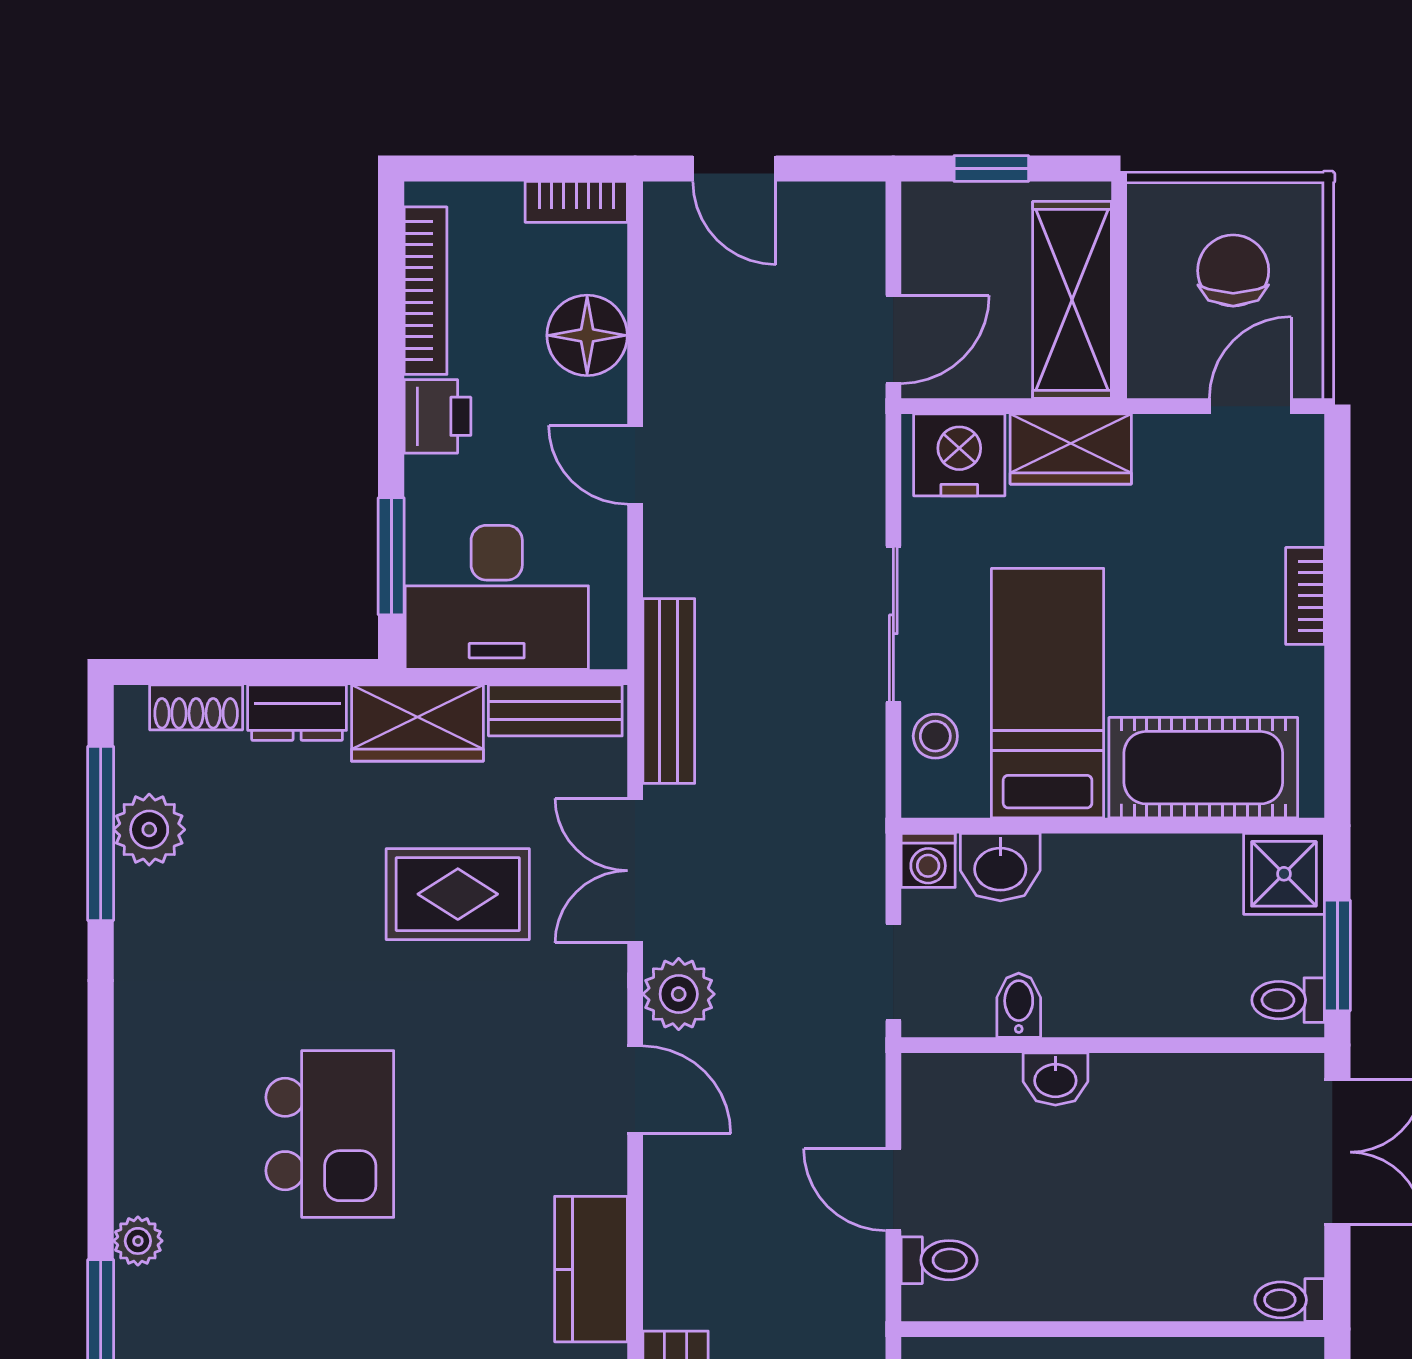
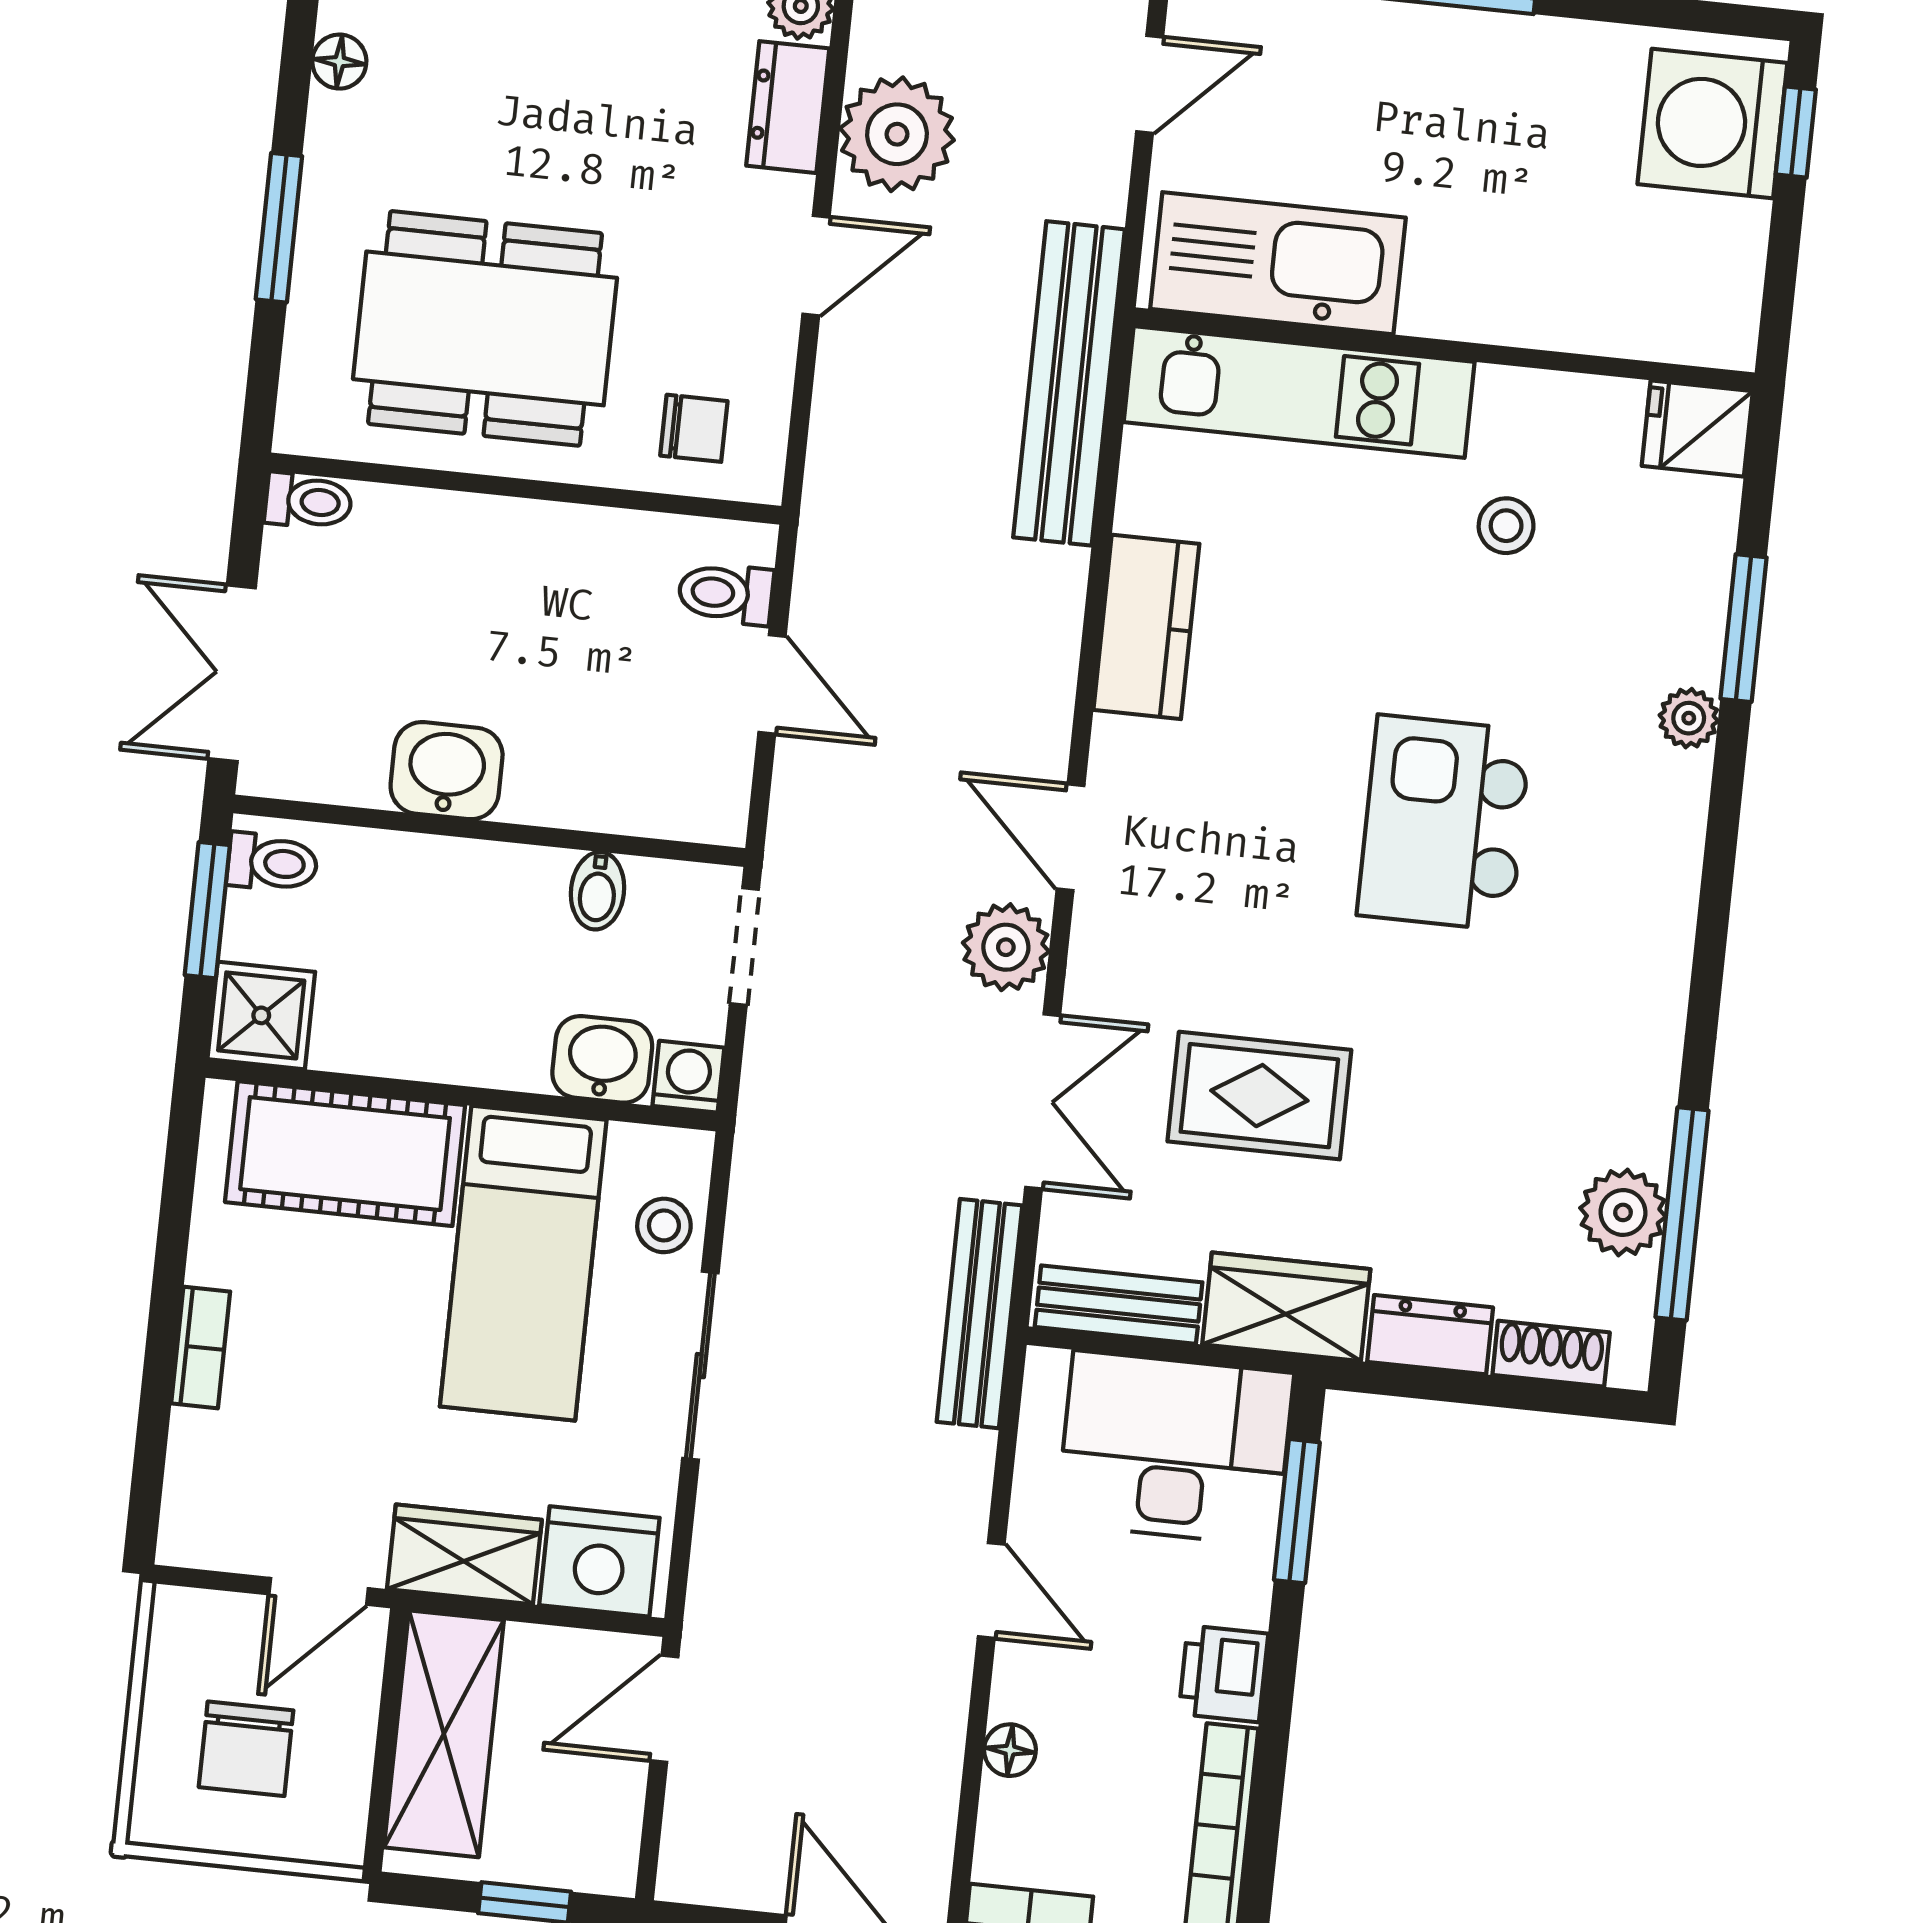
floor lamp: (587, 335) -> (1010, 1750), width x0.53, depth x0.53
door: (1250, 406) -> (319, 1591), moved
washbasin: (1055, 1079) -> (447, 771), moved, width x1.38, depth x1.45

